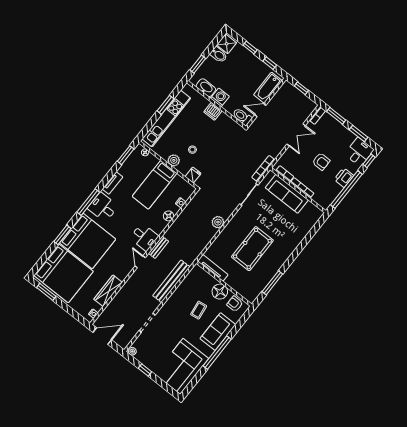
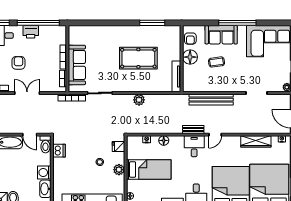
dishwasher: (213, 111) -> (59, 151), moved
armchair: (321, 161) -> (18, 63), moved

